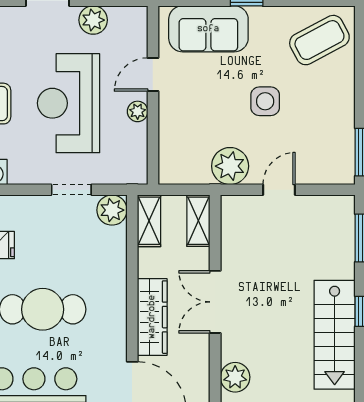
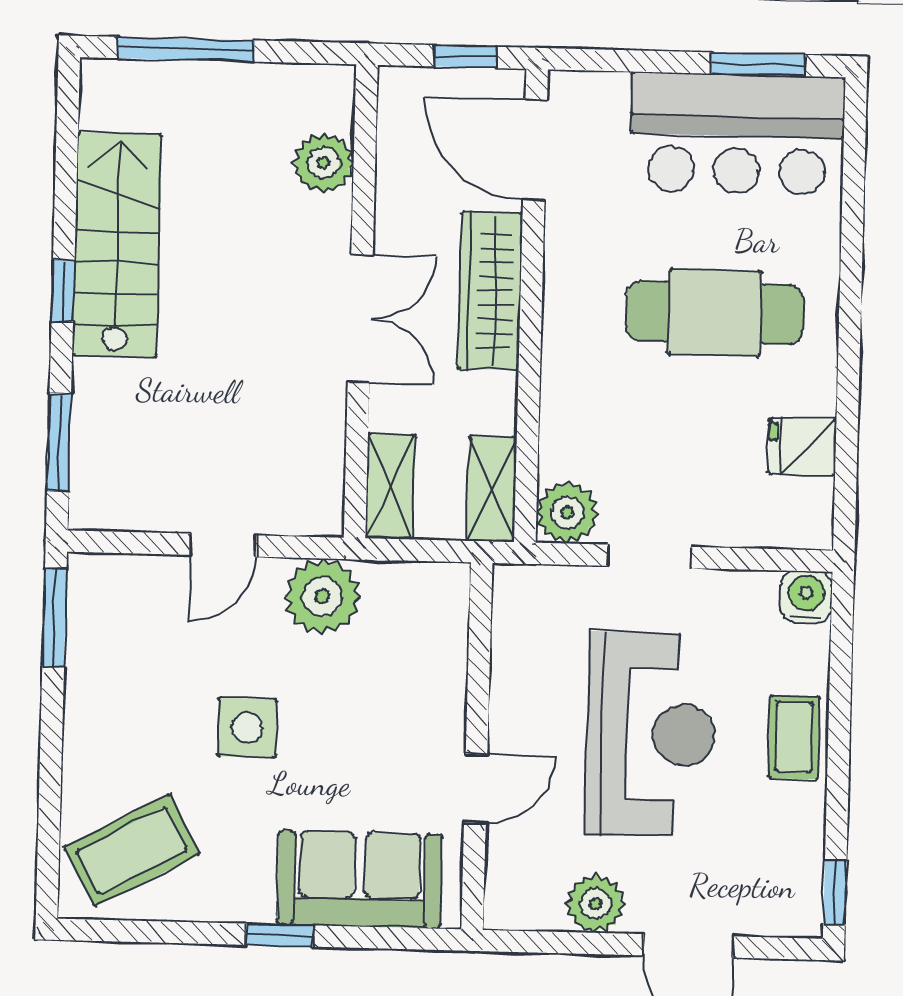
plant: (138, 111) -> (509, 714), removed

